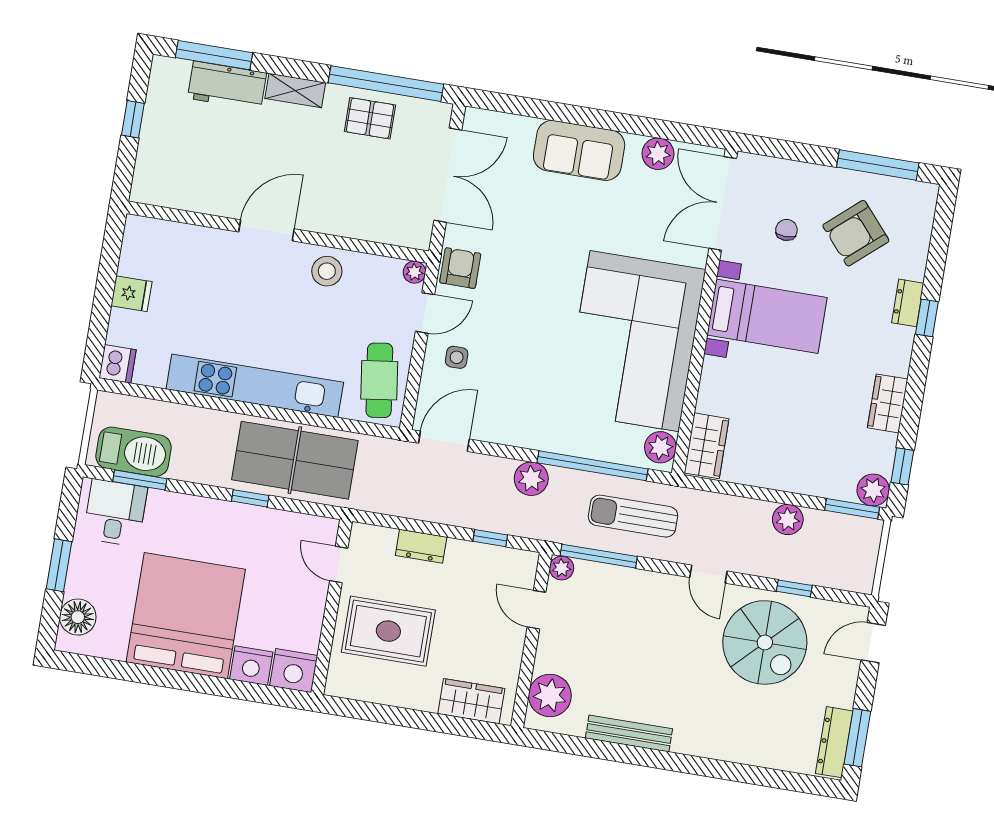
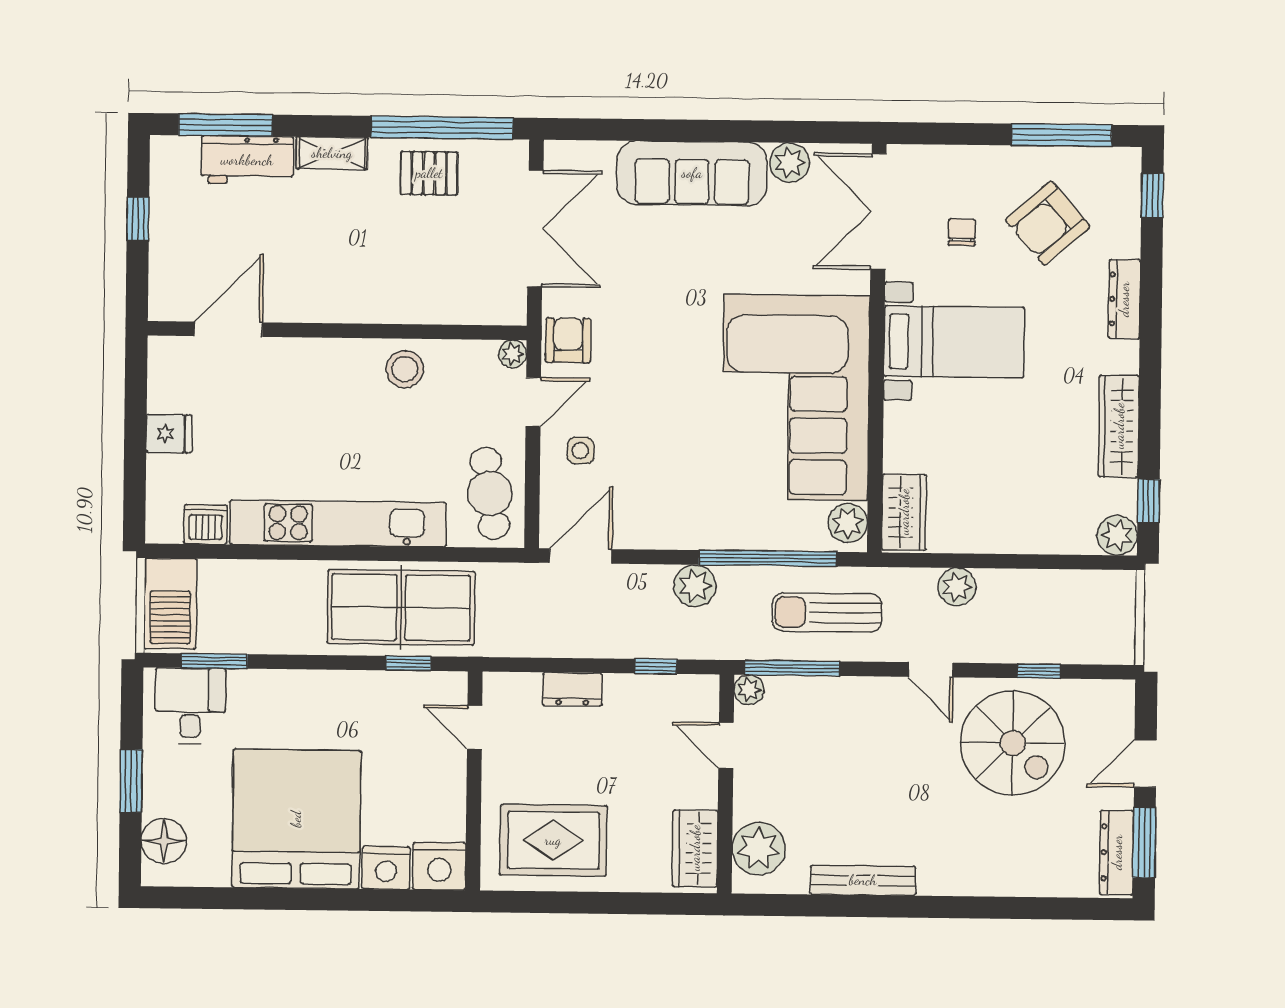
sofa: (579, 150) -> (692, 173), width x1.36
door: (266, 230) -> (228, 329), moved
dresser: (908, 303) -> (1124, 299), width x1.44
window: (927, 318) -> (1152, 195), moved
dishwasher: (118, 364) -> (206, 524), moved, turned -90
wardrobe: (888, 403) -> (1119, 426), width x1.50
barbecue: (133, 452) -> (170, 604), moved, turned 90
window: (250, 498) -> (408, 663), moved
window: (852, 509) -> (1095, 562), removed
plant: (788, 519) -> (957, 587), moved
rug: (388, 631) -> (553, 840), moved
door: (873, 643) -> (1145, 764), moved
wardrobe: (471, 701) -> (695, 848), moved, turned -90

